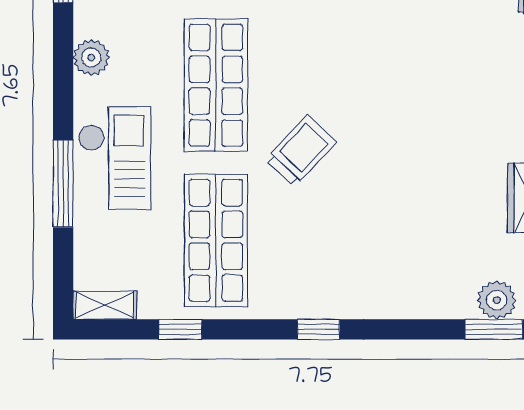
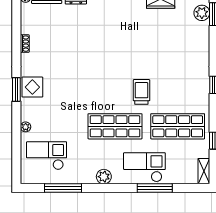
trolley: (301, 151) -> (141, 92), turned 47

